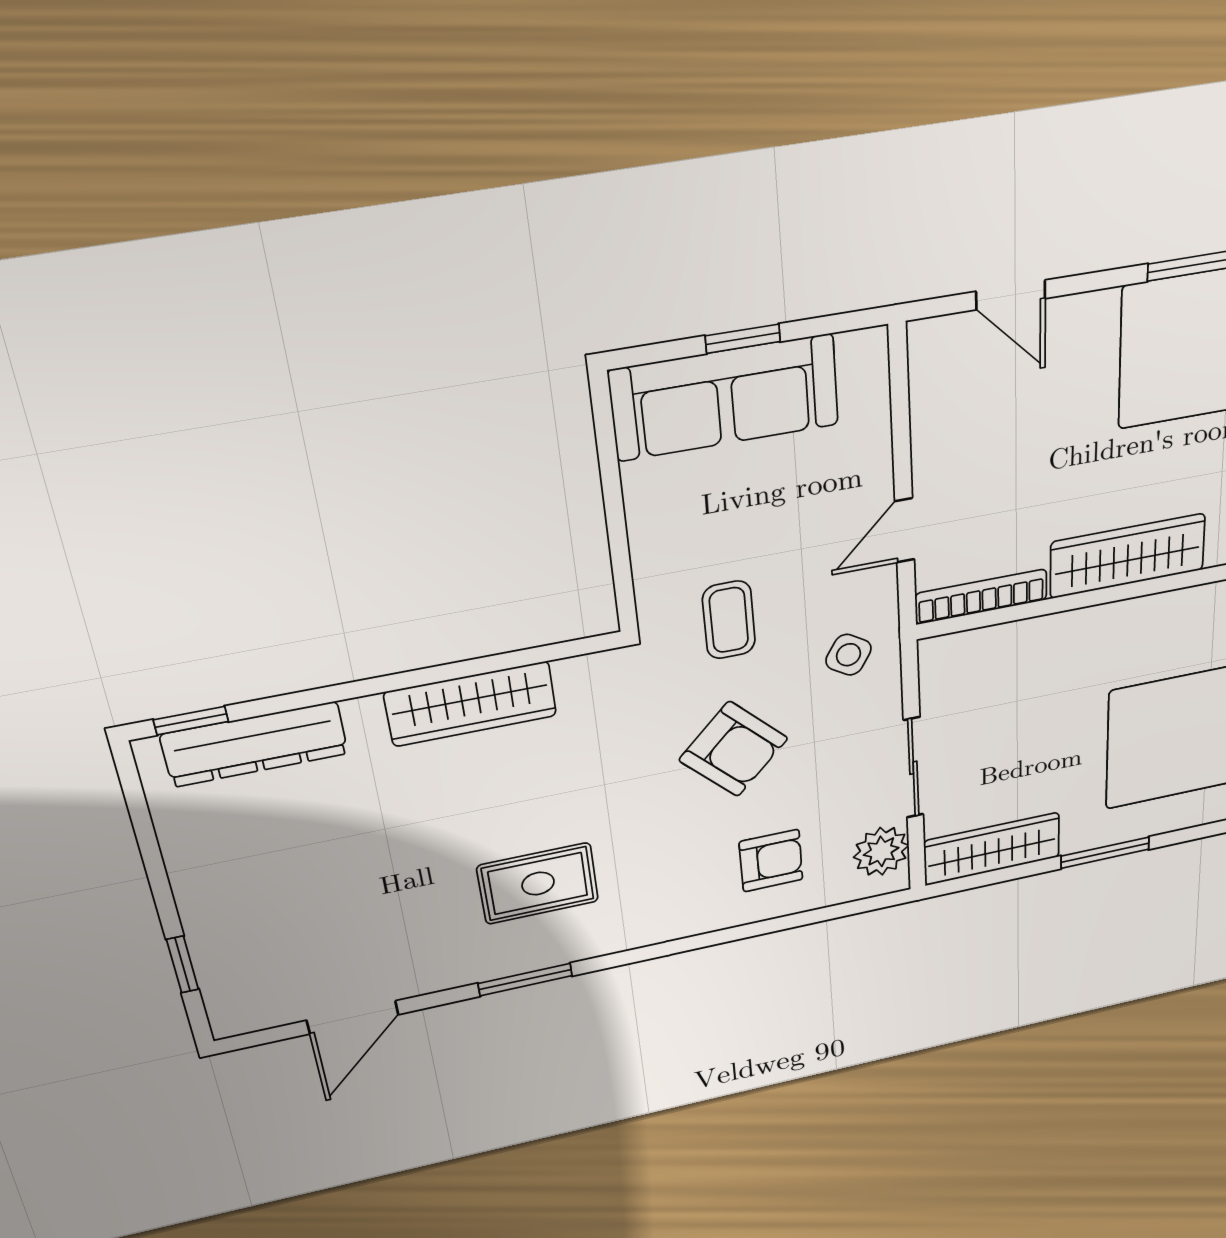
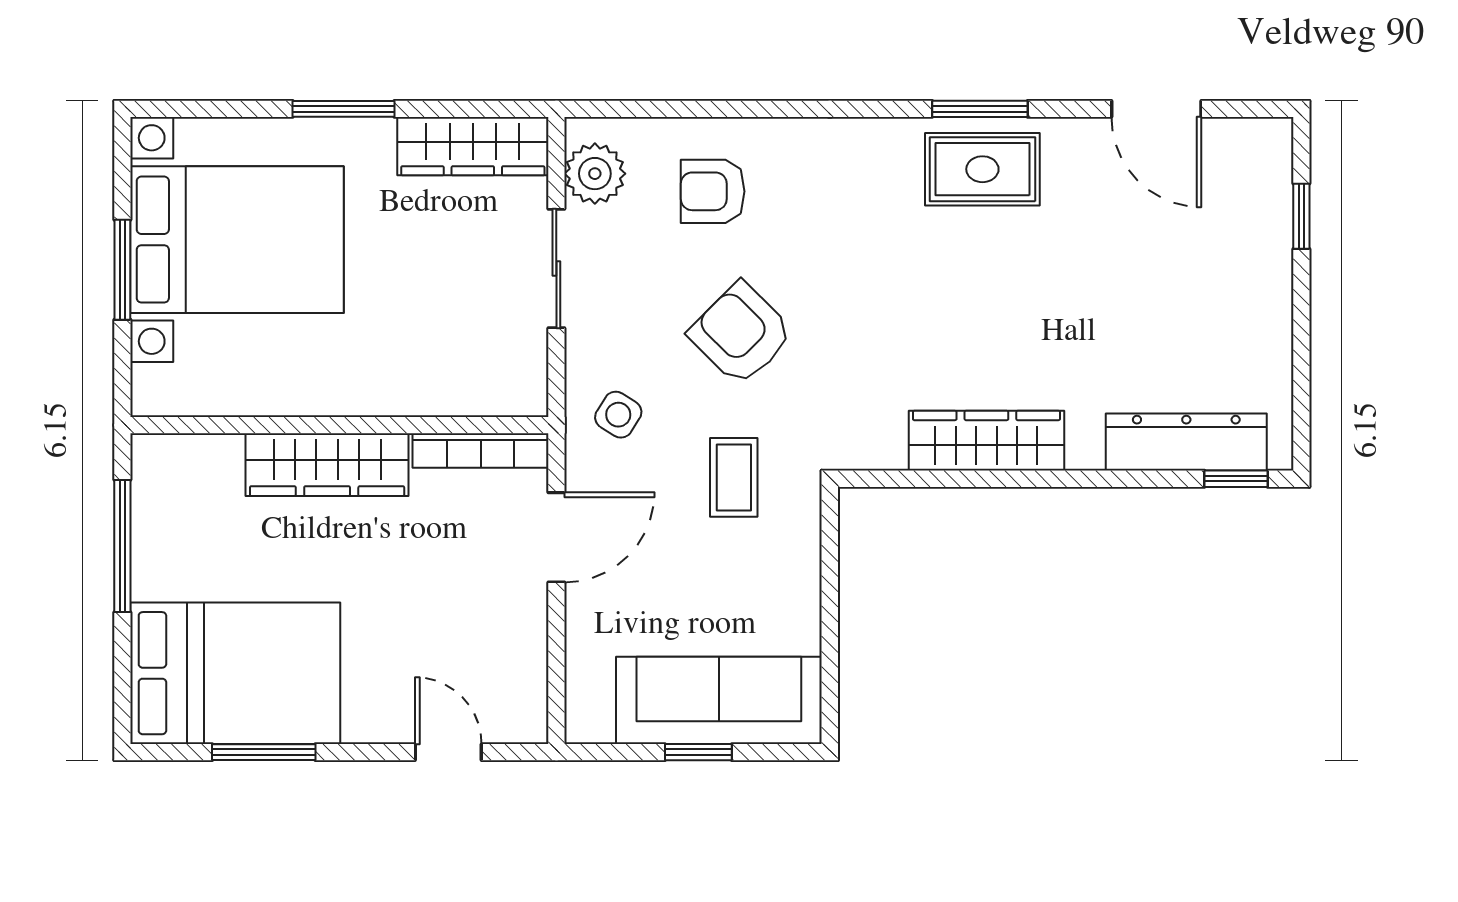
door: (905, 530) -> (556, 537), width x1.38
rug: (538, 884) -> (982, 169), moved
door: (353, 1017) -> (1156, 109), swing flipped

